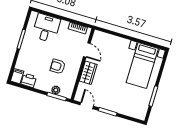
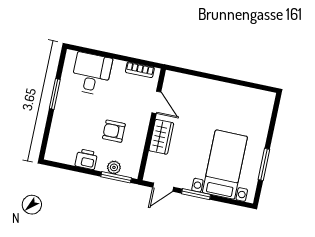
bed with nightstands: (142, 65) -> (225, 165), moved, turned 180
filing cabinet: (17, 76) -> (53, 151), removed
printer: (29, 80) -> (86, 159), moved
door: (87, 106) -> (163, 187), swing flipped

